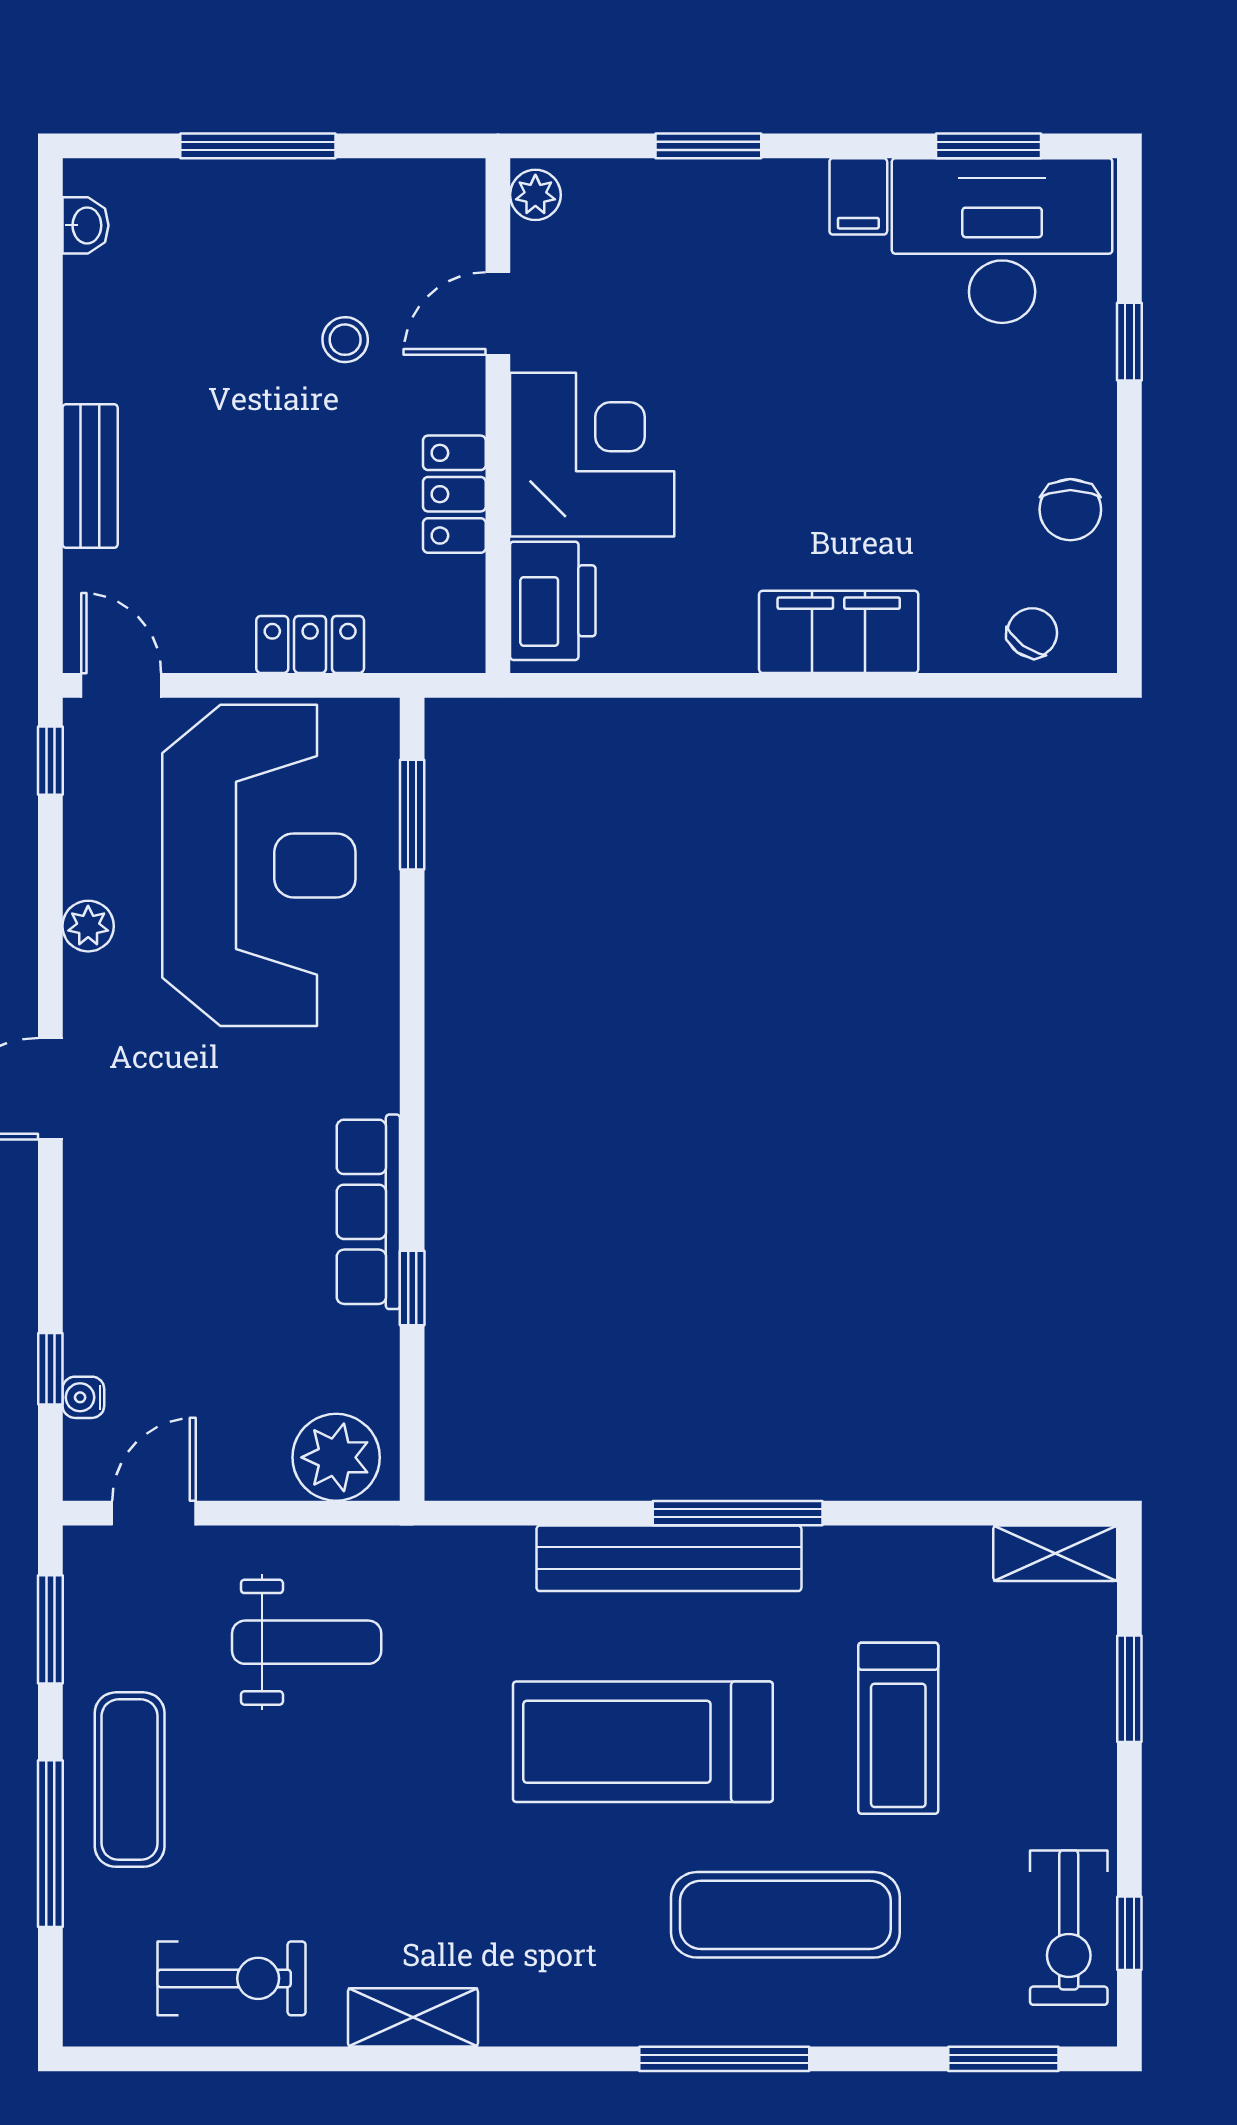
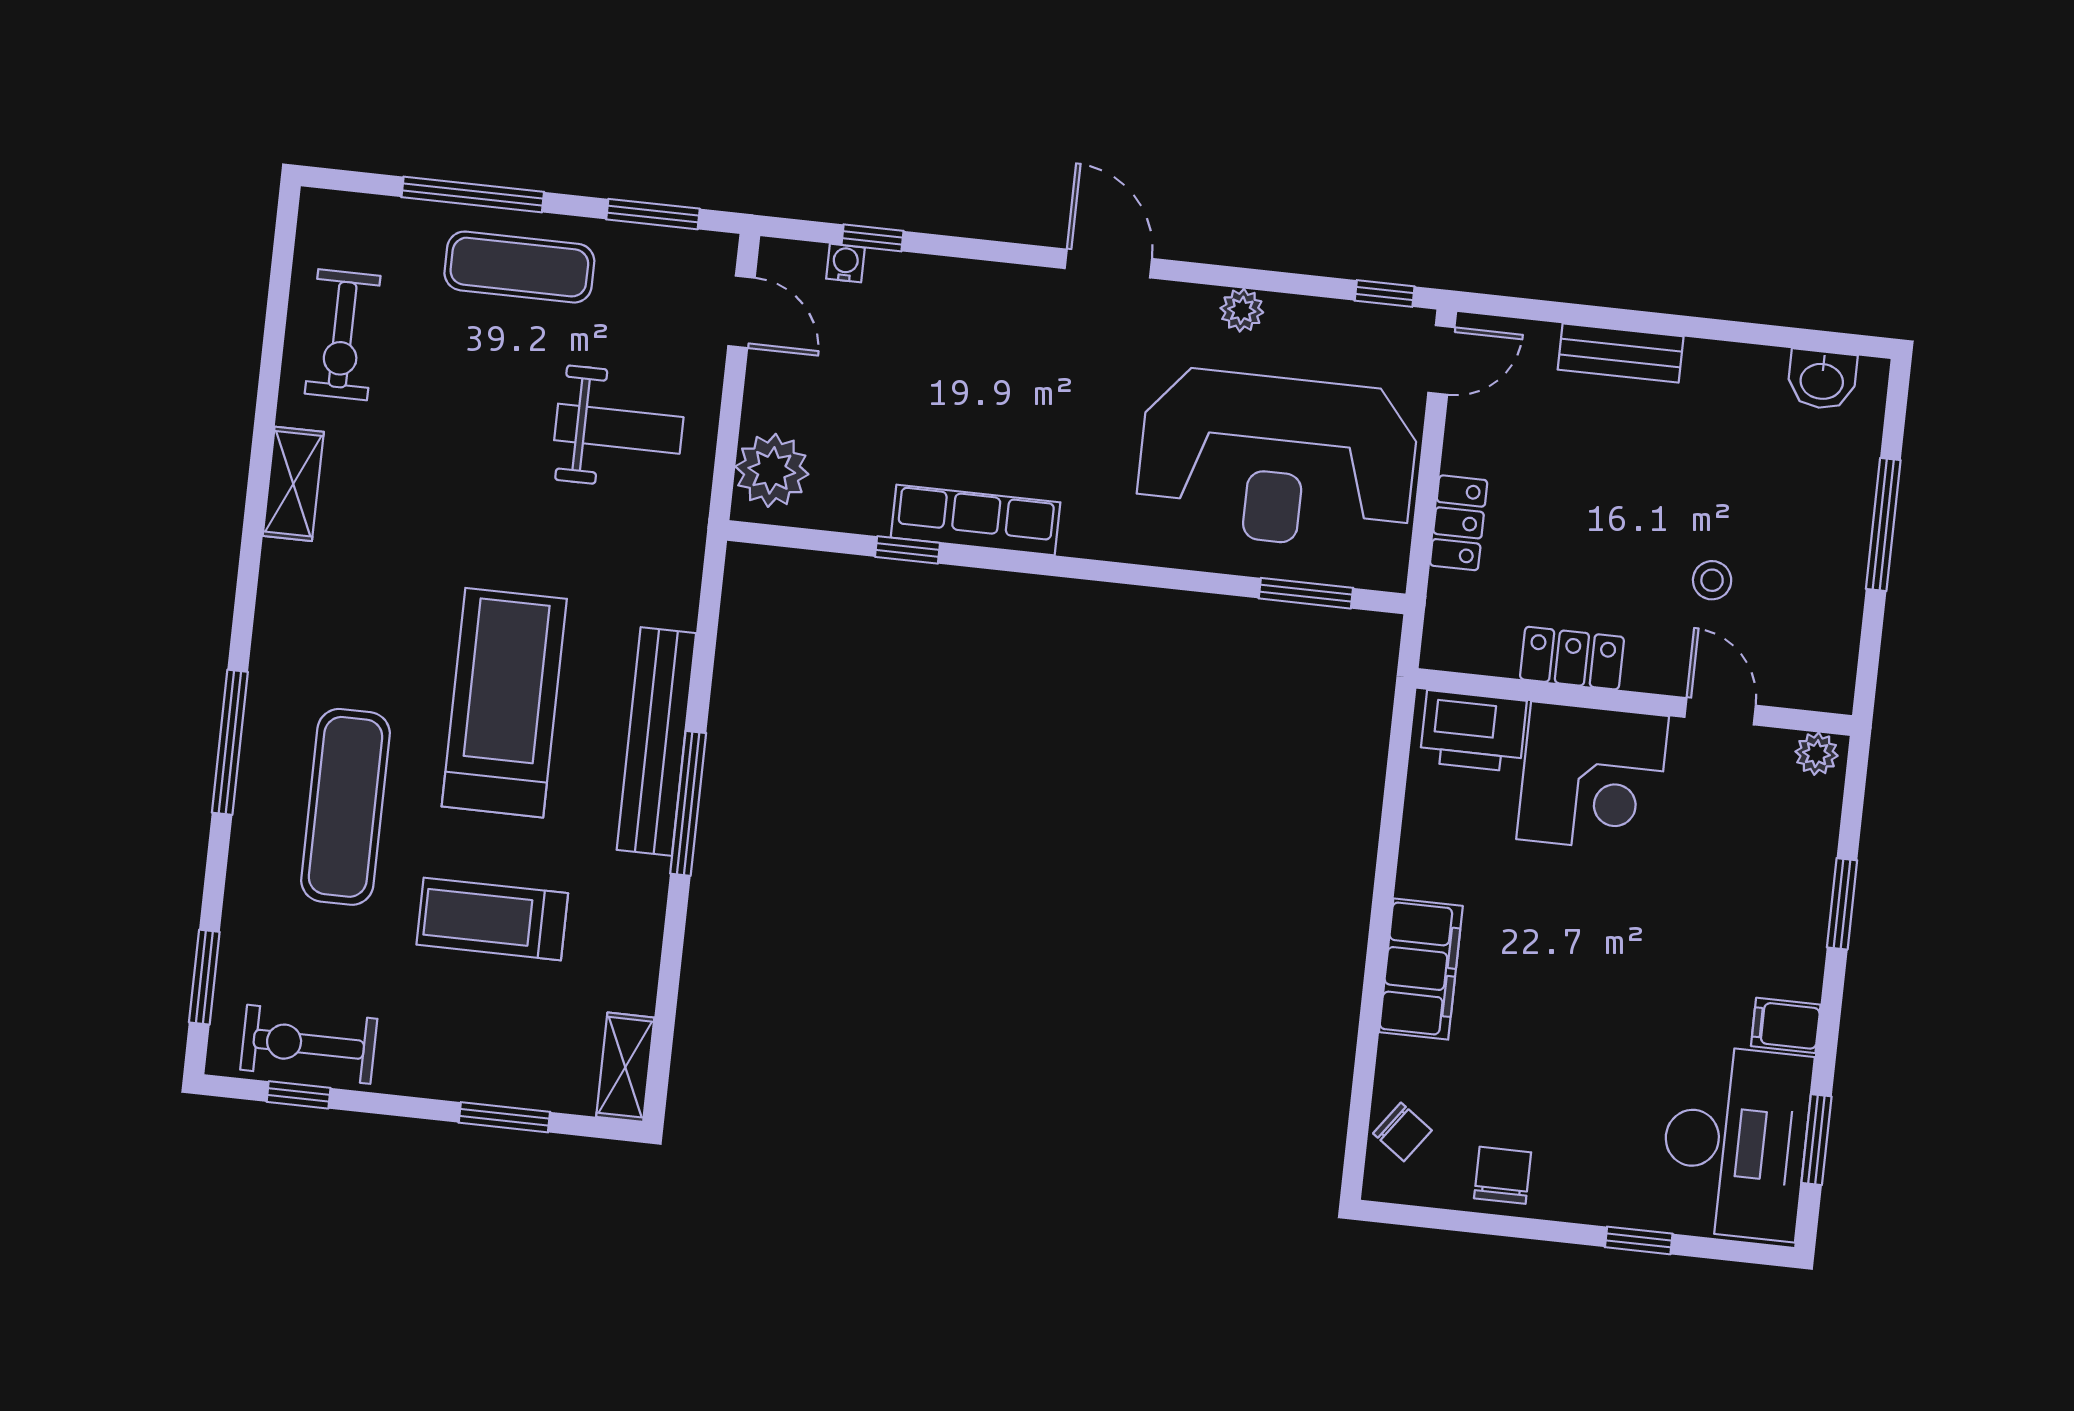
washbasin: (86, 225) -> (1822, 380), width x1.38, depth x1.45
chair: (1070, 510) -> (1503, 1175), turned 90
weight bench: (307, 1642) -> (619, 429), turned -90

